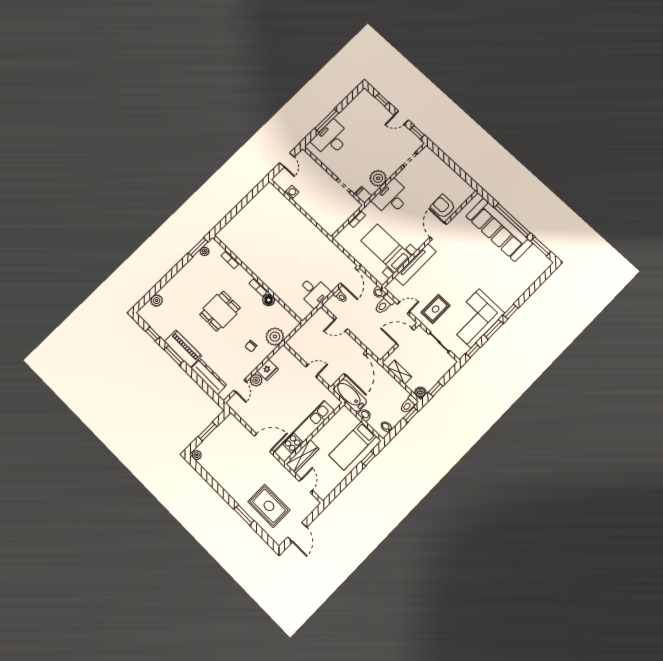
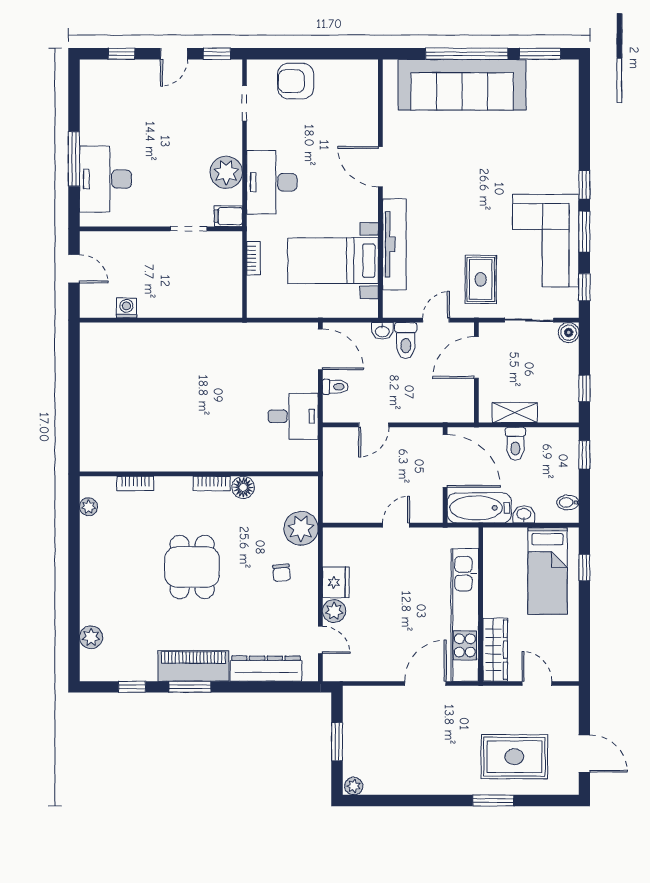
armchair: (443, 207) -> (296, 81), moved
window: (198, 247) -> (74, 510), removed
boiler: (420, 392) -> (569, 333), moved
toilet: (409, 405) -> (515, 444), moved

